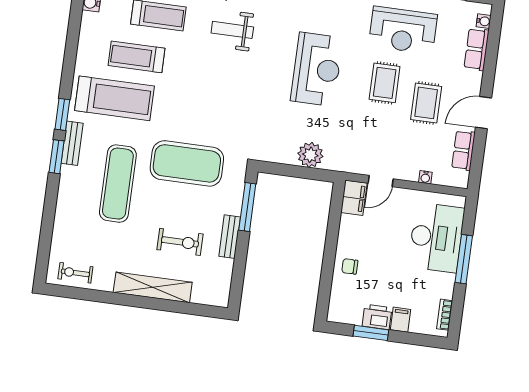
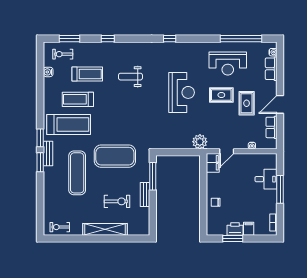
rug: (385, 83) -> (221, 95), turned 90
plant: (310, 155) -> (200, 142), moved
desk: (436, 237) -> (266, 179), width x0.53, depth x0.77

